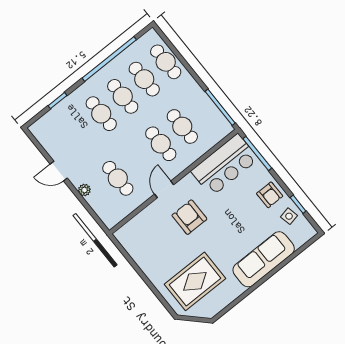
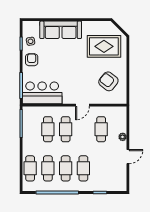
door: (59, 171) -> (128, 157), hinge flipped
armchair: (189, 217) -> (108, 81), moved, turned 128

